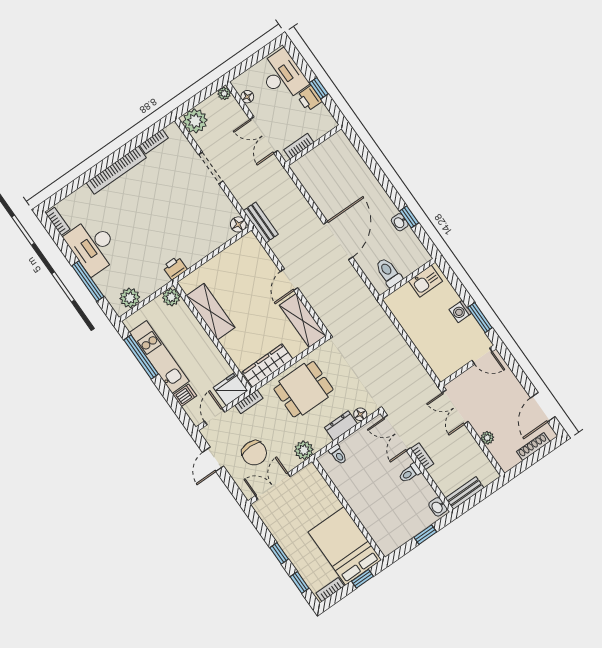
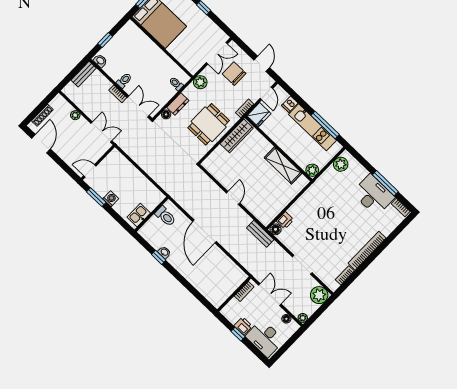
printer: (175, 268) -> (285, 220), moved
window: (88, 281) -> (385, 183), moved
shelving: (303, 321) -> (218, 172), removed

